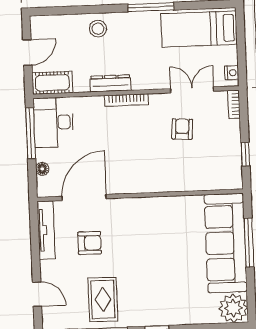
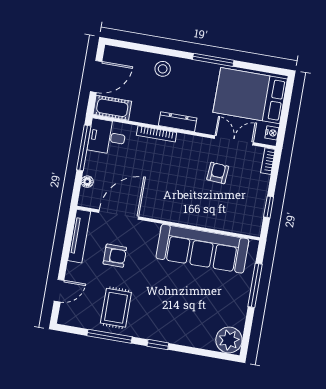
bed: (199, 29) -> (250, 96), width x1.50
door: (27, 53) -> (96, 77), width x1.38
dresser: (111, 83) -> (178, 122), moved
bookcase: (126, 100) -> (157, 134), moved
desk: (53, 122) -> (107, 137), width x0.73
sofa: (226, 243) -> (202, 249), moved, turned -90
door: (37, 294) -> (59, 291), hinge flipped

